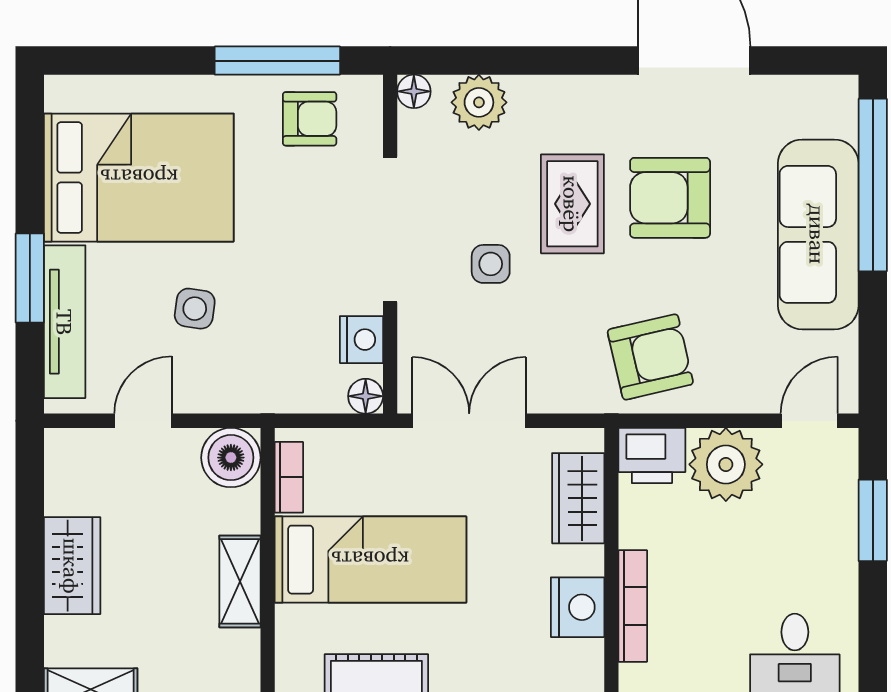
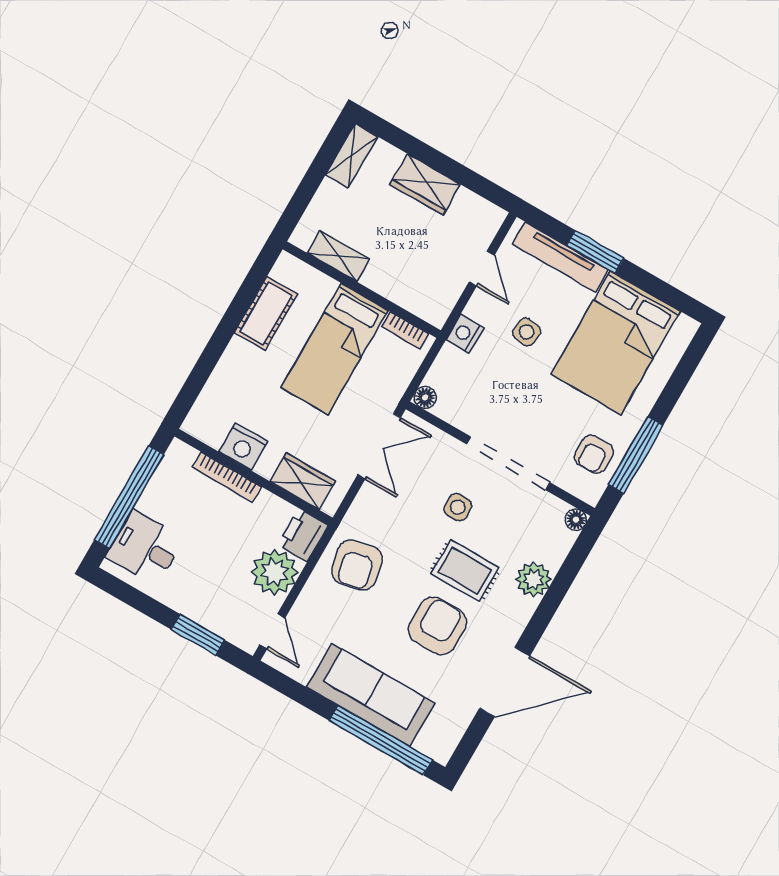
plant: (479, 102) -> (533, 579), moved
nightstand: (361, 340) -> (465, 334), moved, turned 90
boiler: (231, 458) -> (434, 305), removed
shelving: (240, 581) -> (338, 256), moved

